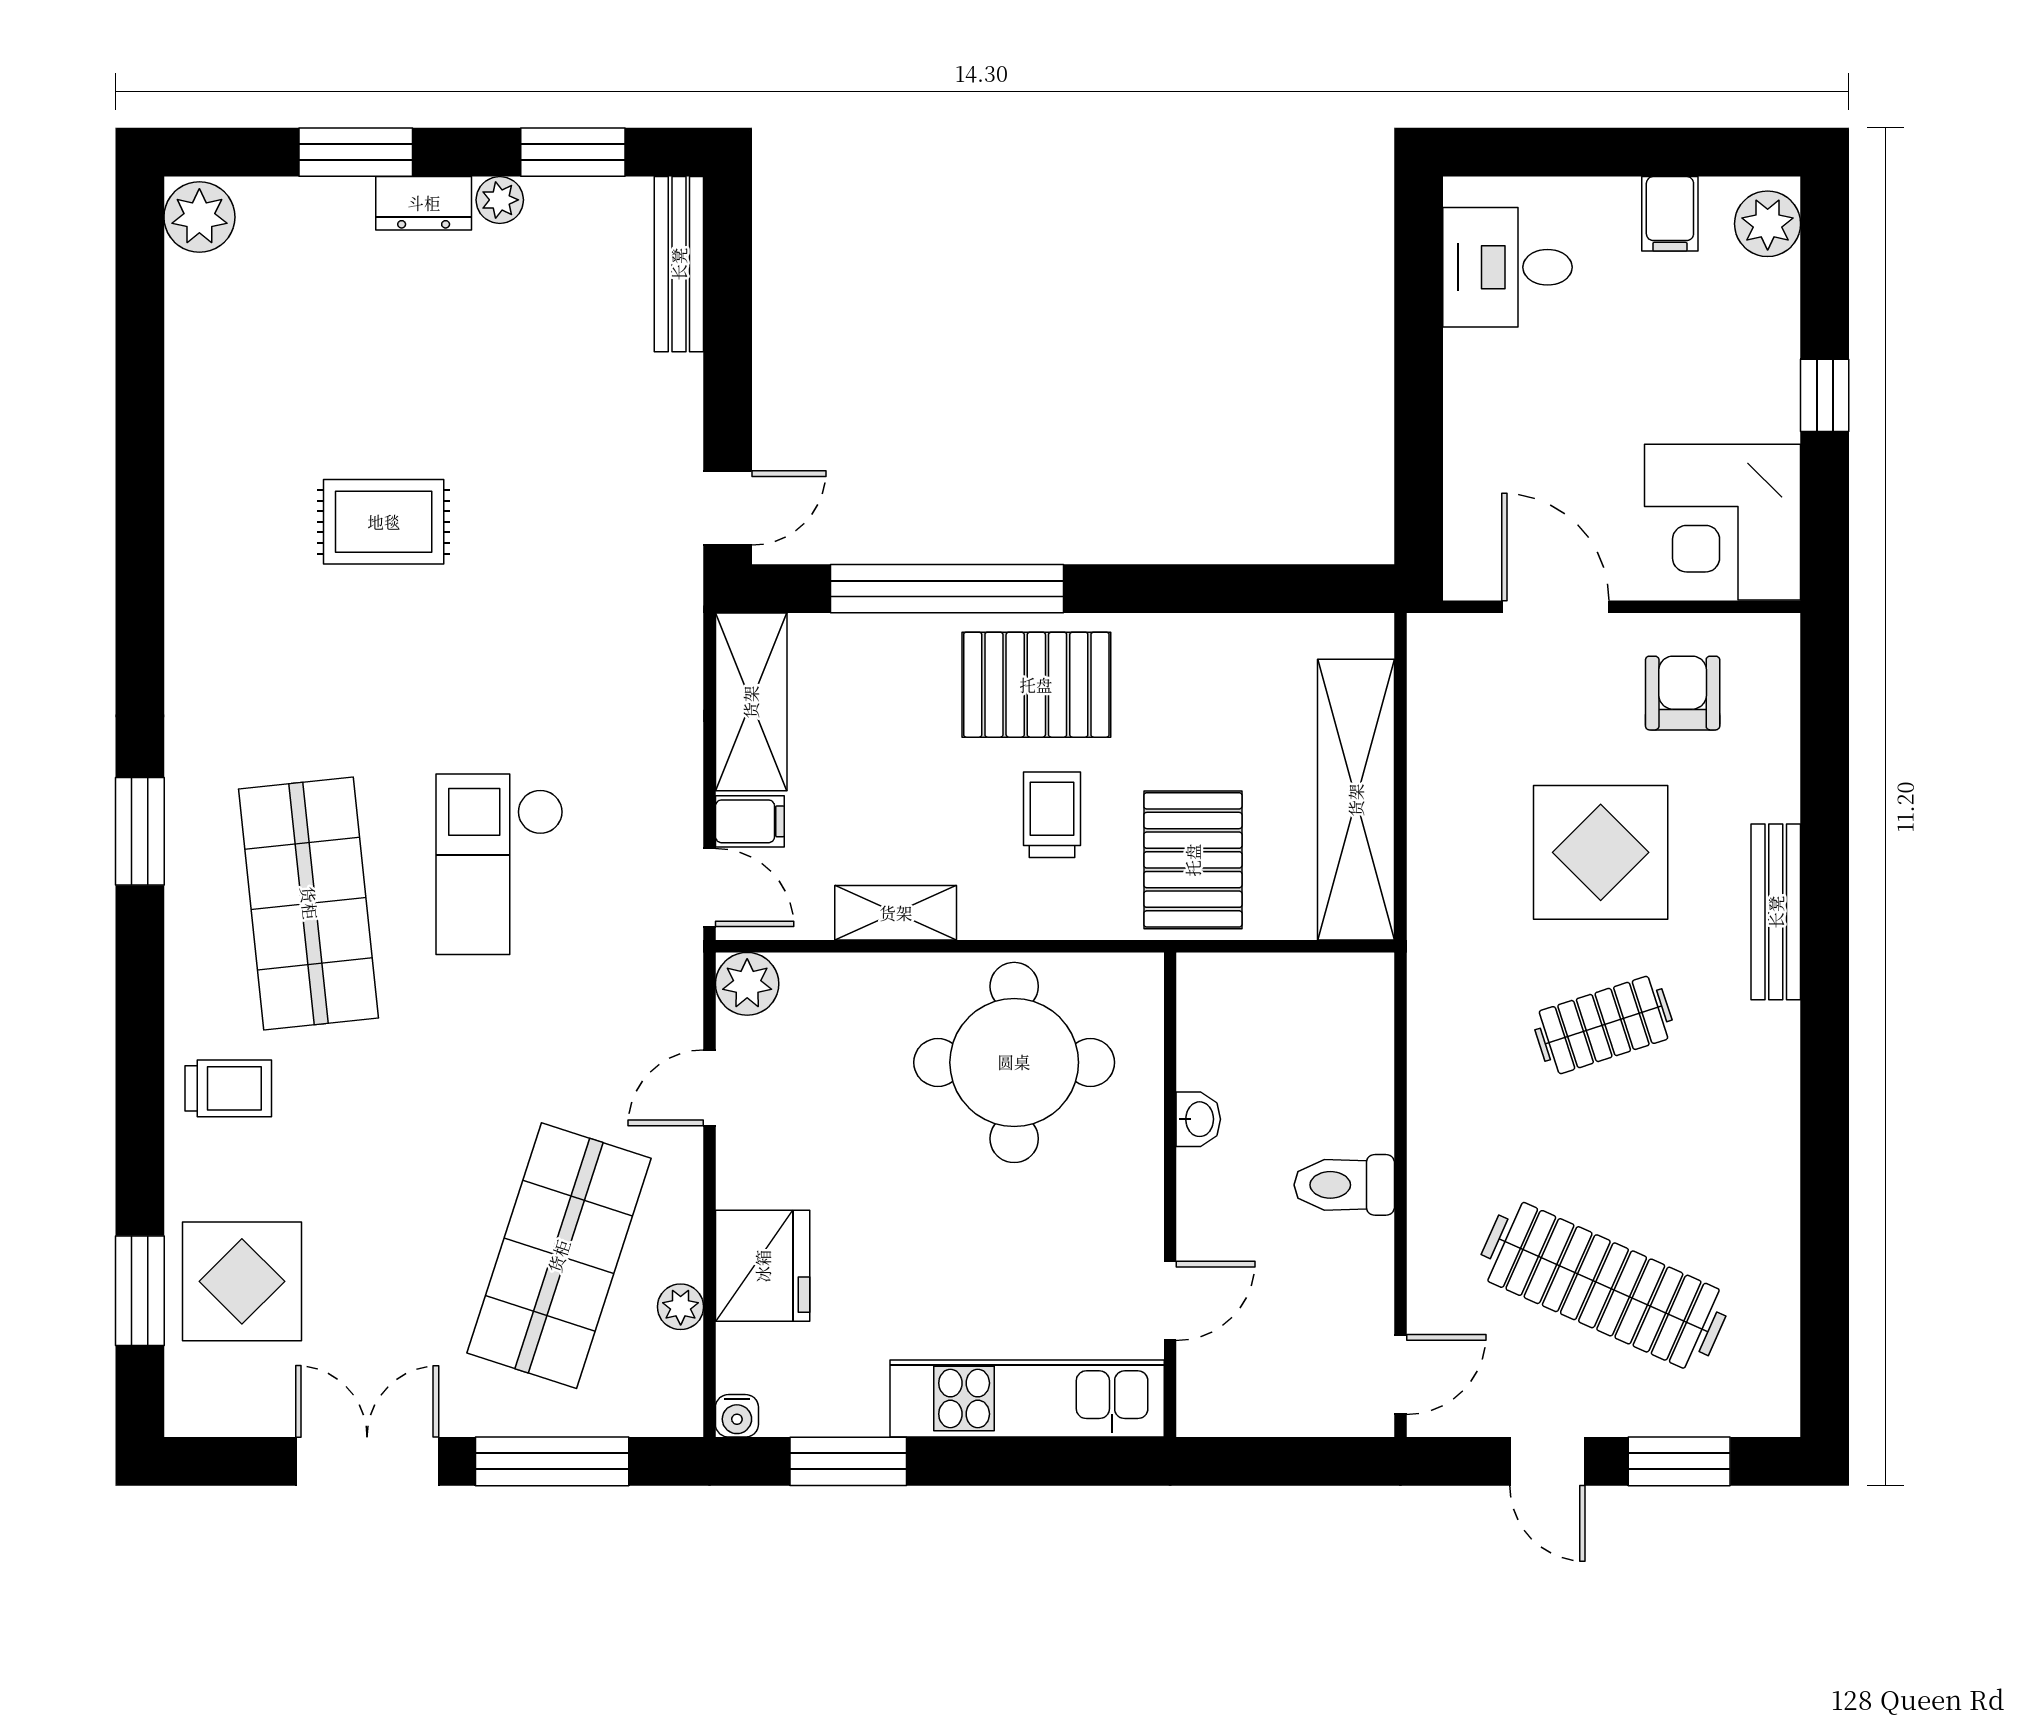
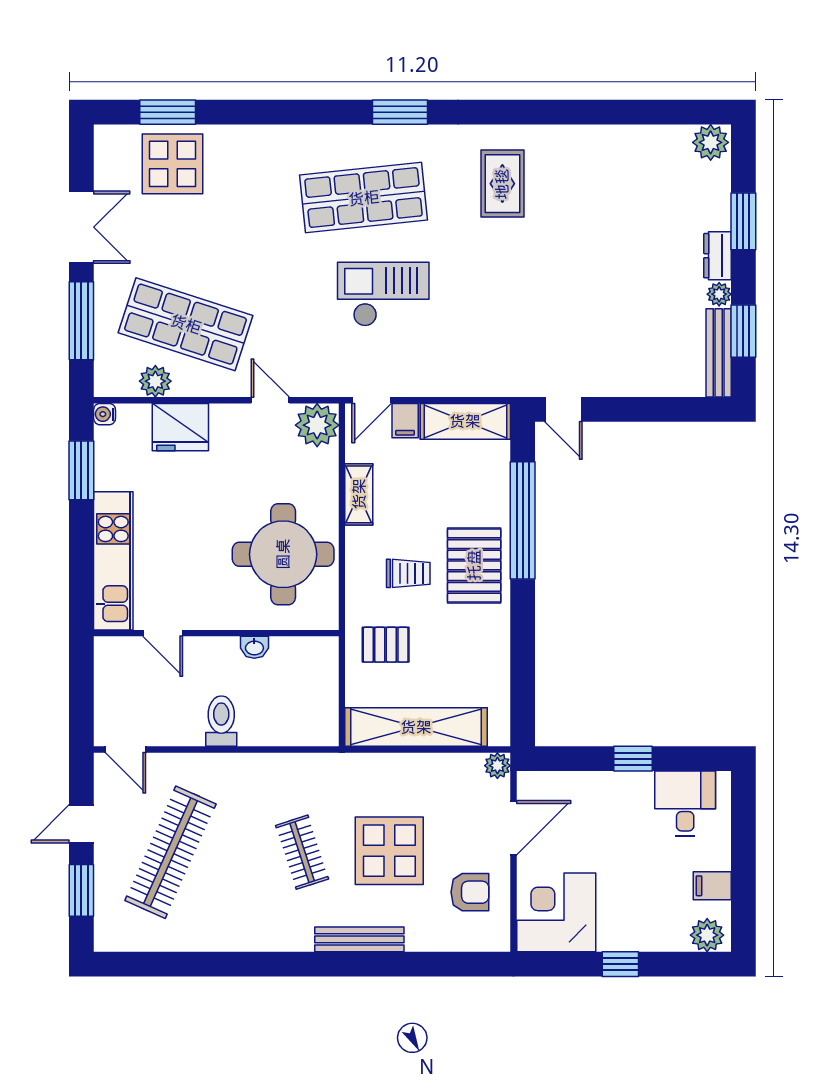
bench: (679, 264) -> (719, 353), moved, turned 90
window: (1419, 370) -> (633, 759), added
rug: (384, 522) -> (502, 184), moved
plant: (1432, 638) -> (497, 766), added
pallet: (1193, 860) -> (386, 645), width x0.67, depth x0.71
plant: (747, 984) -> (317, 425), width x1.36, depth x1.36
trolley: (228, 1088) -> (270, 157), removed
plant: (681, 1307) -> (155, 381), width x1.38, depth x1.38

